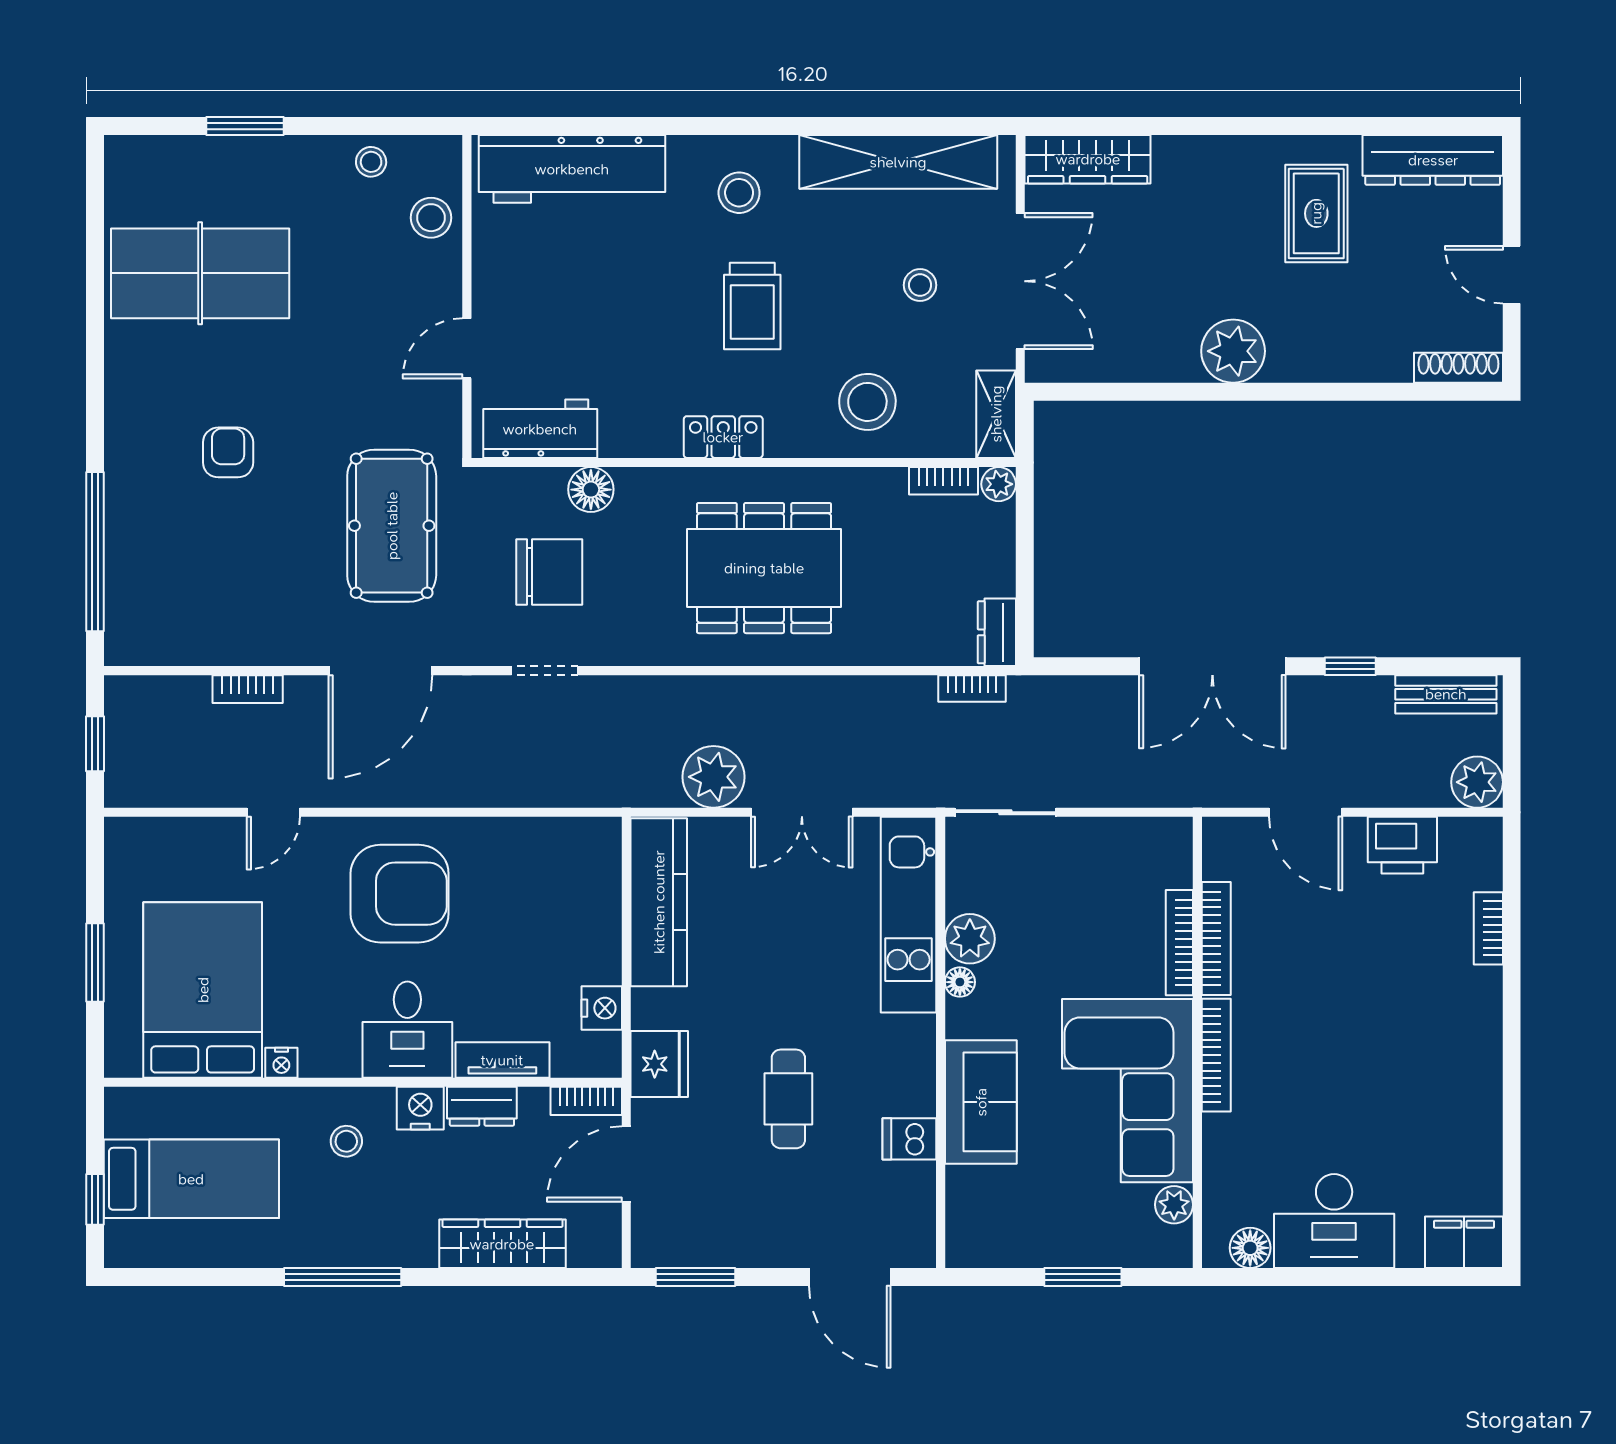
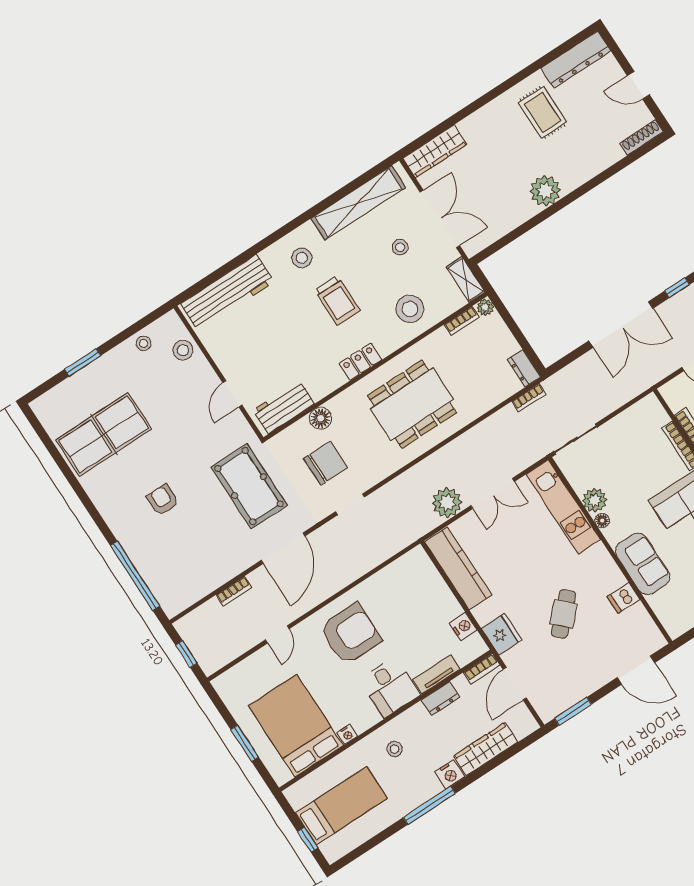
cafe table: (788, 1099) -> (563, 614), turned 45
nightstand: (420, 1108) -> (450, 774), moved, turned 180

